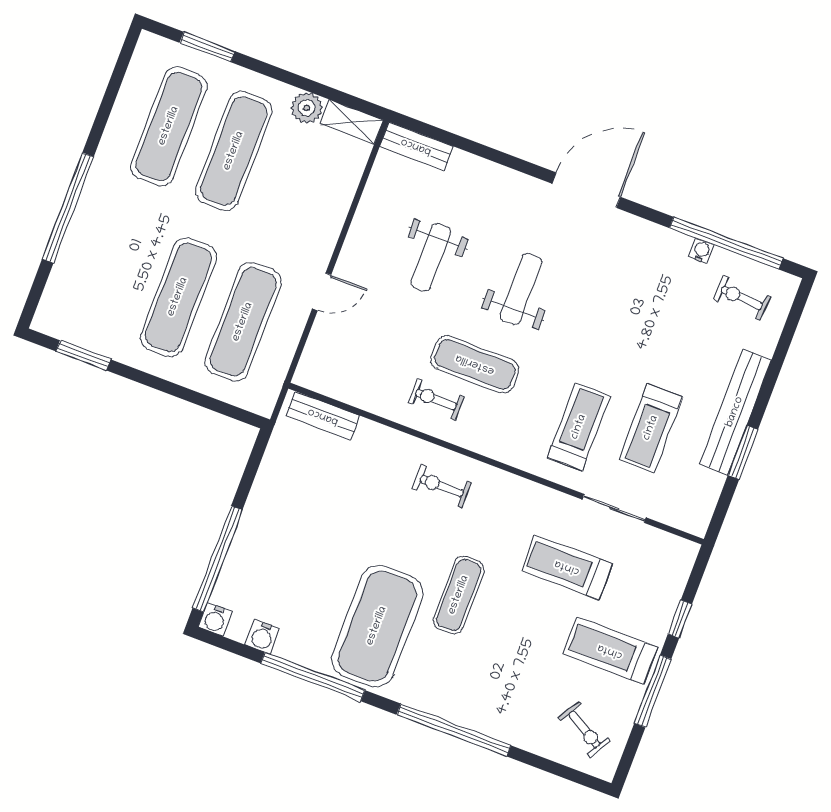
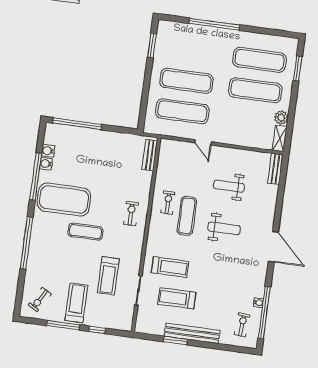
treadmill: (567, 567) -> (108, 276), turned 180
water cooler: (215, 619) -> (46, 164), moved

